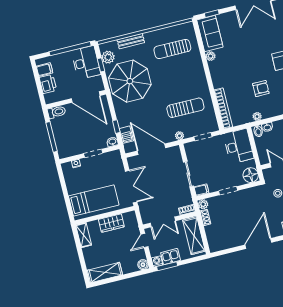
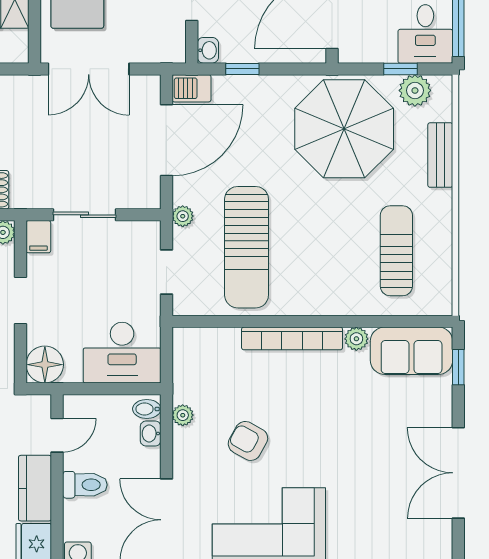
desk: (86, 63) -> (425, 34), width x0.73
armchair: (261, 89) -> (248, 441), turned 119
sun lounger: (185, 108) -> (247, 247), width x1.36, depth x1.34
bookcase: (223, 108) -> (292, 338), moved
barbecue: (126, 135) -> (191, 88), moved

